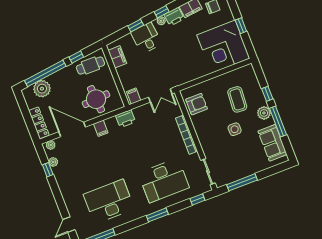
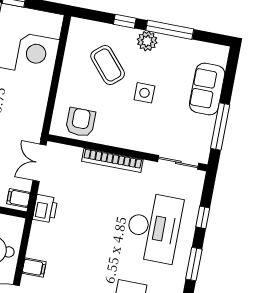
double door: (160, 95) -> (40, 163), swing flipped
coffee table: (237, 99) -> (108, 65), turned 45
printer: (126, 119) -> (45, 209), moved
sofa: (272, 143) -> (207, 89), moved, turned 90
window: (197, 199) -> (203, 217), moved

